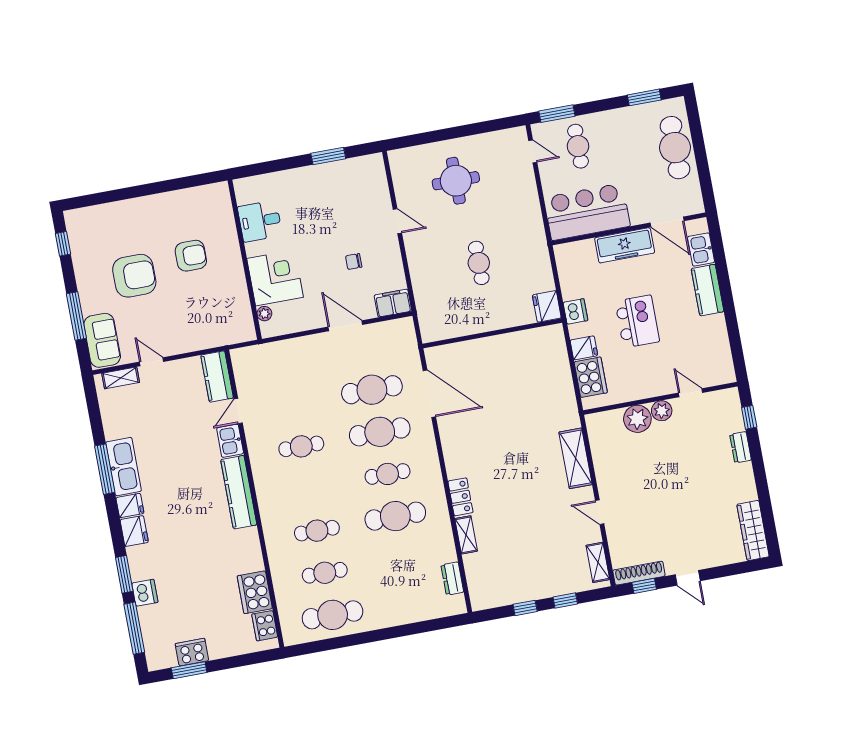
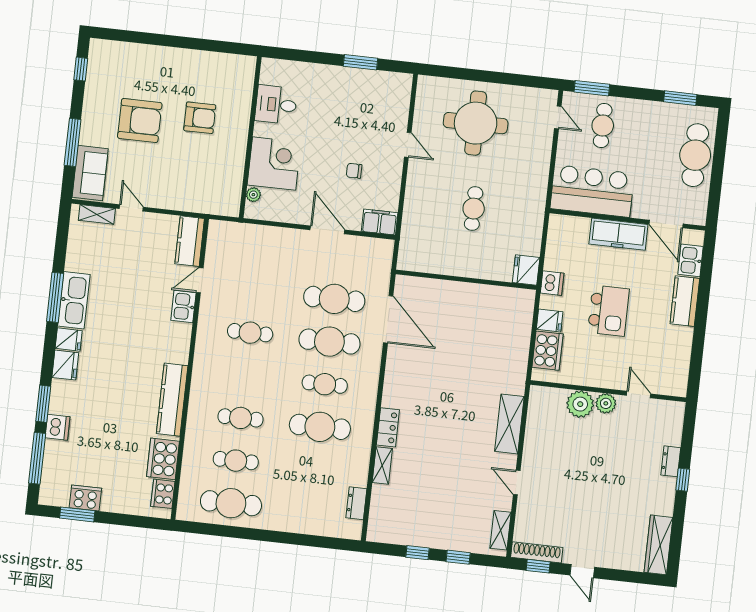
round table: (456, 181) -> (476, 123), width x1.36, depth x1.36
window: (749, 417) -> (683, 480), moved
kitchen counter: (239, 492) -> (172, 400), moved

